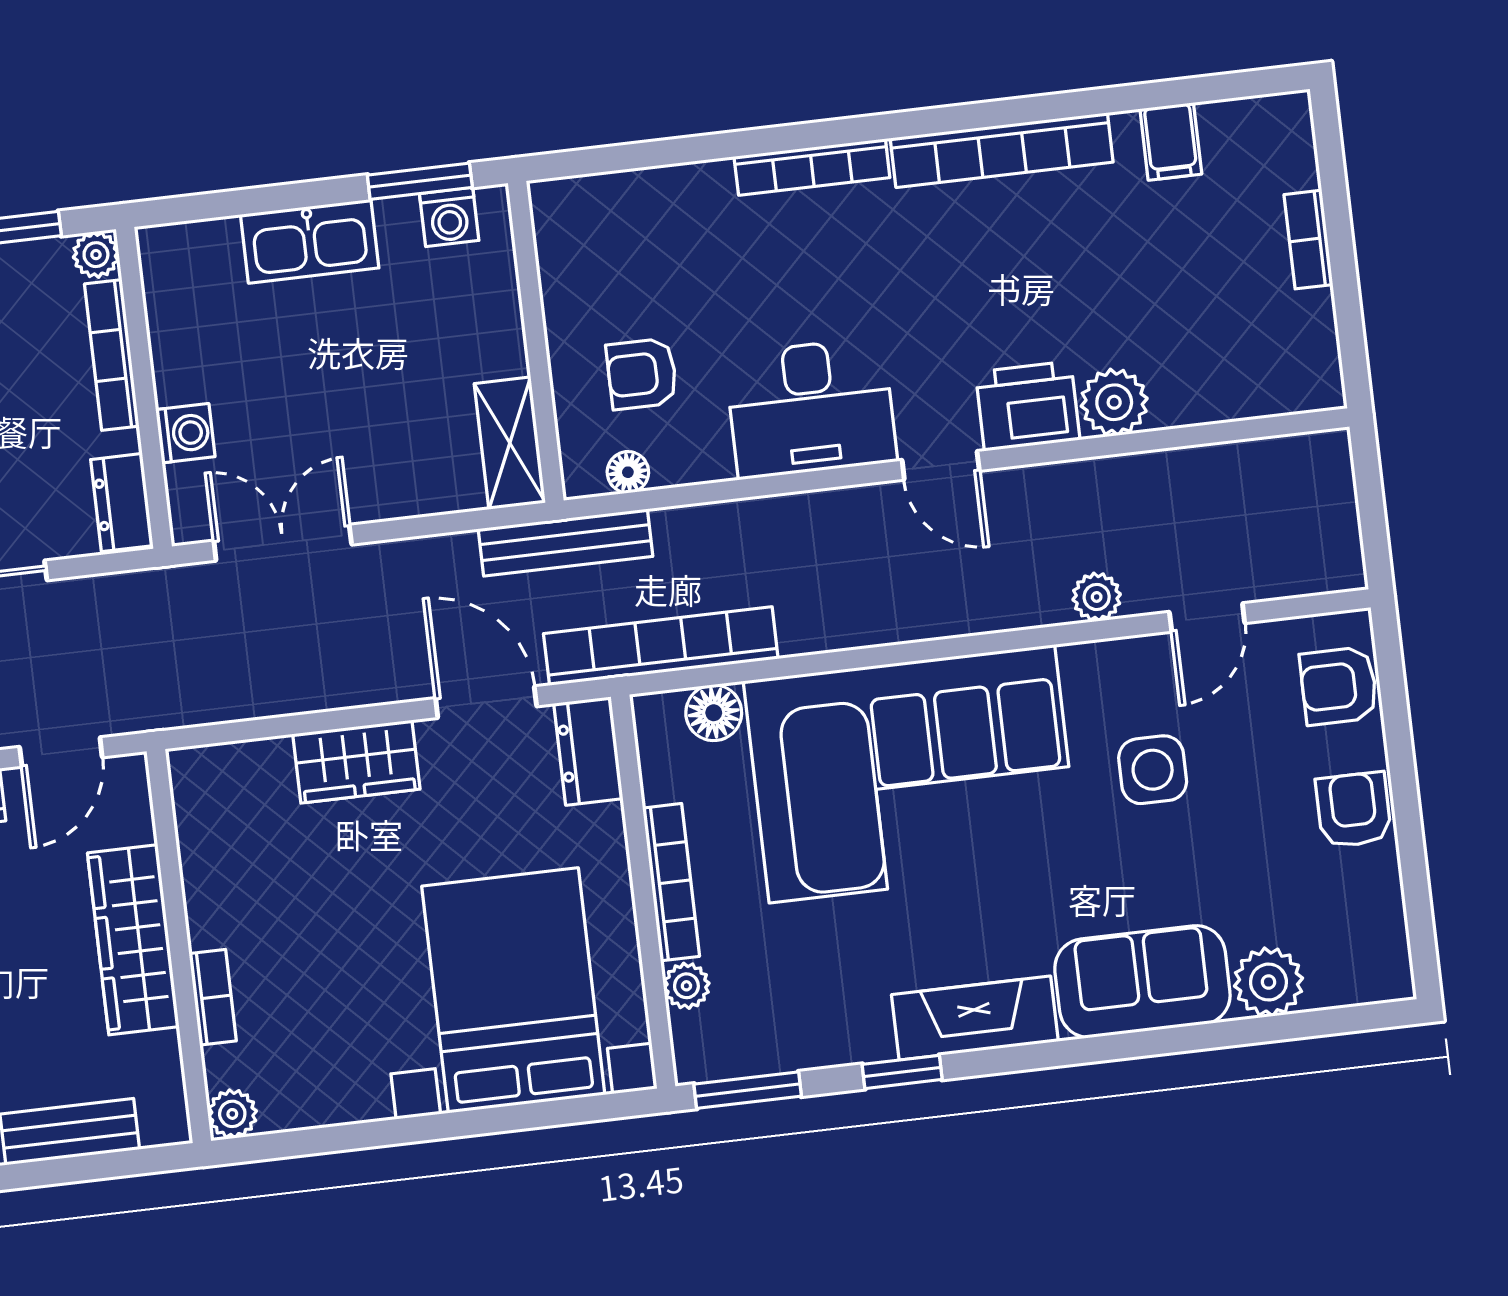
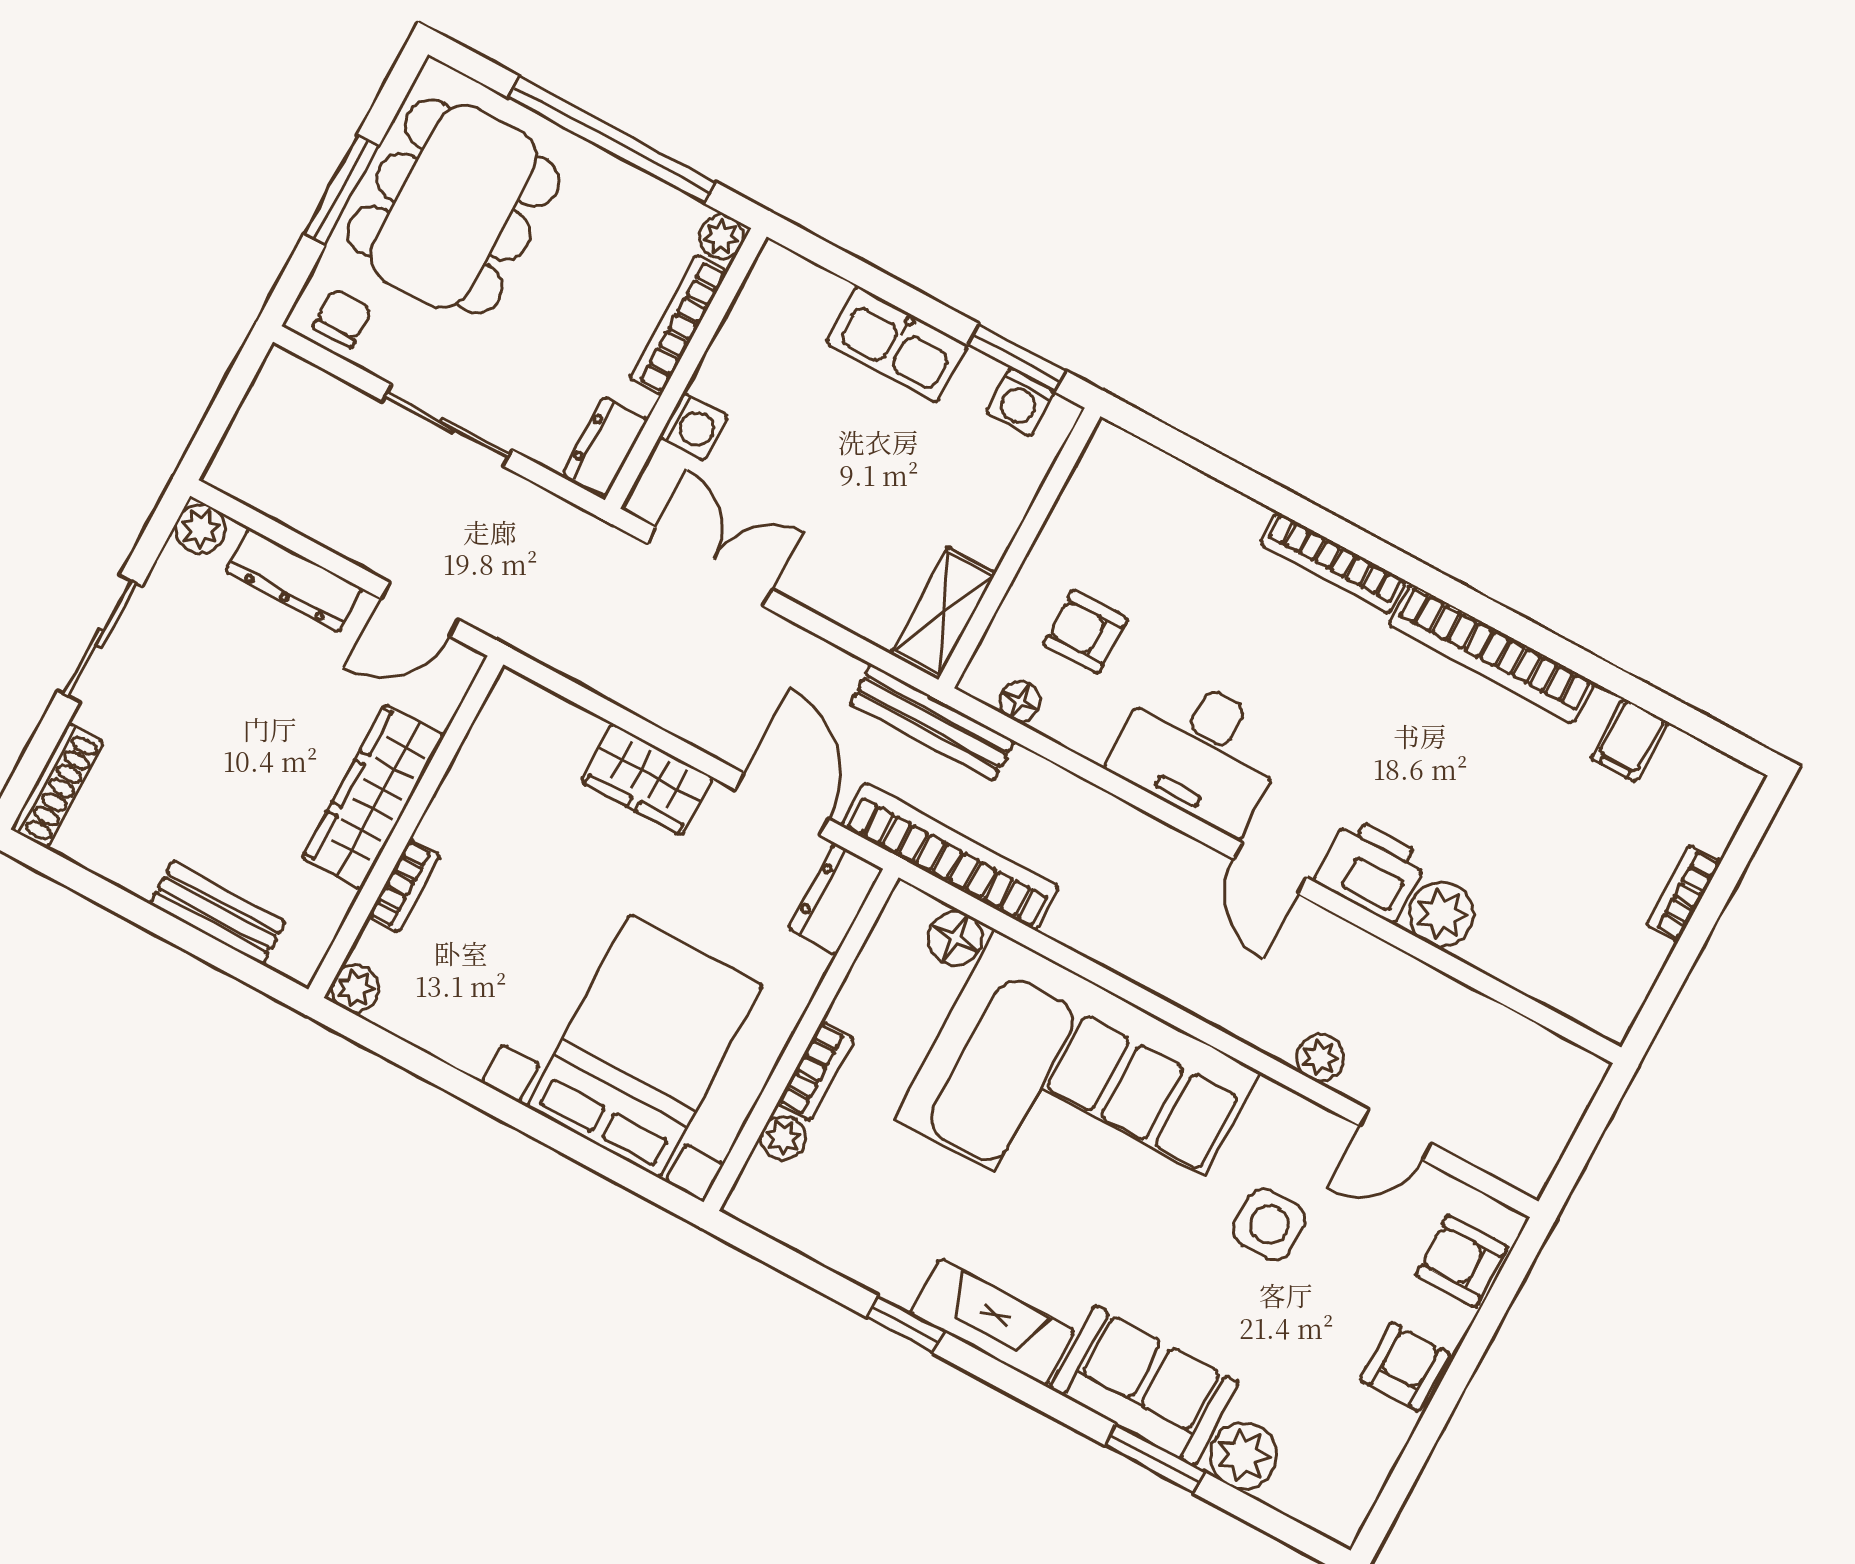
bookcase: (671, 882) -> (816, 1071), width x0.64
window: (748, 1090) -> (1155, 1459), moved

